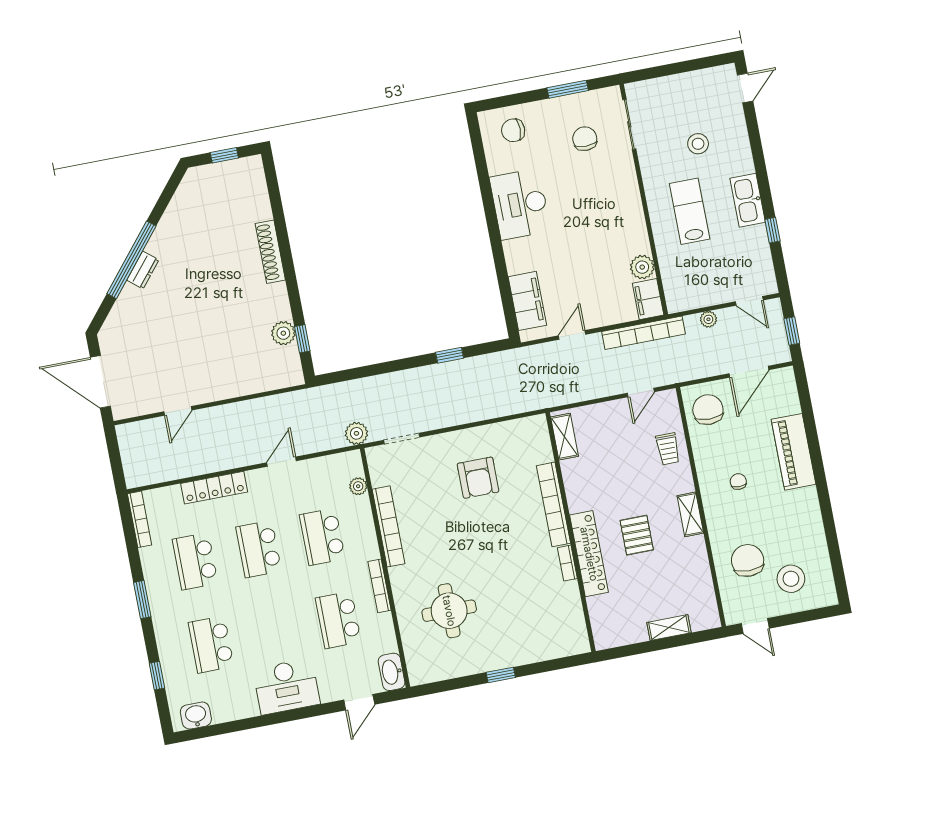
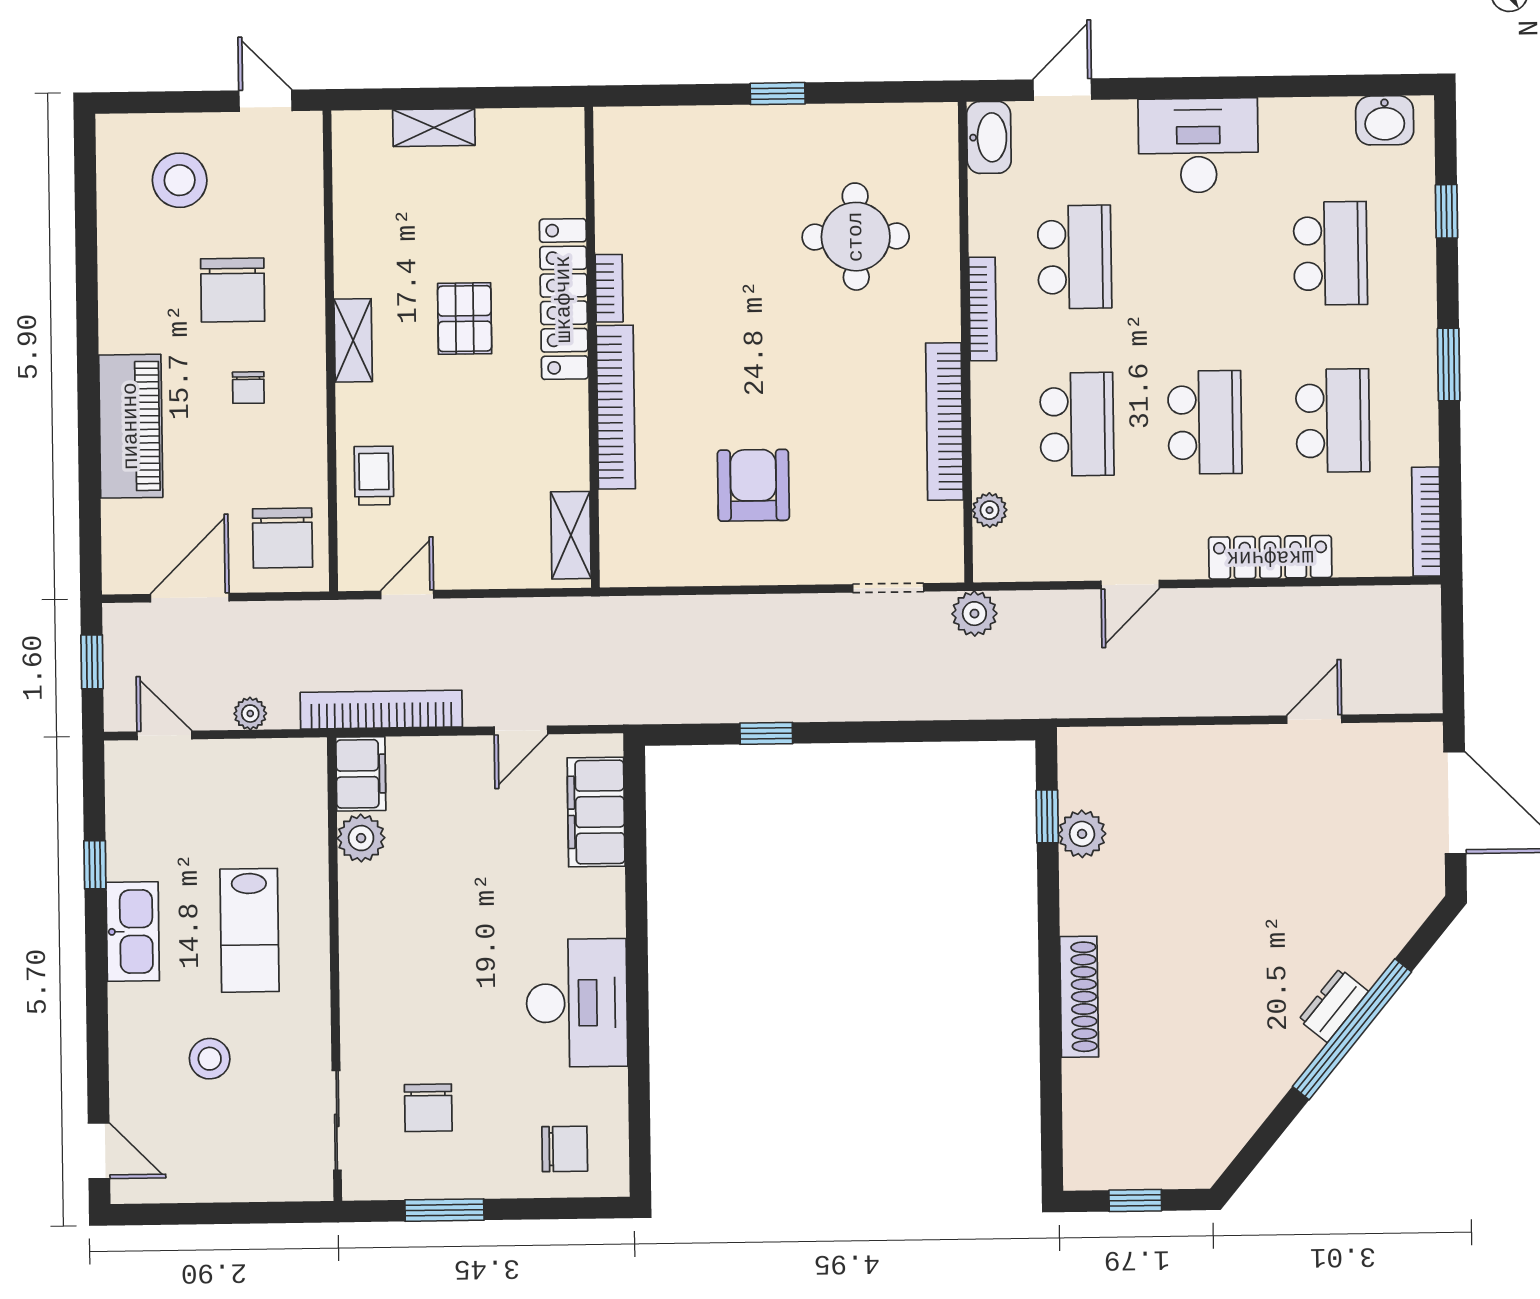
door: (745, 88) -> (99, 1151), swing flipped
chair: (748, 560) -> (233, 290), moved

